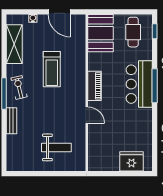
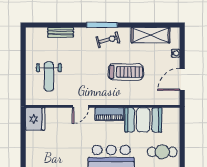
booth: (101, 33) -> (143, 120), moved
treadmill: (52, 69) -> (126, 72), turned 180
bench: (11, 121) -> (61, 32), moved
fridge: (131, 161) -> (35, 119), moved

